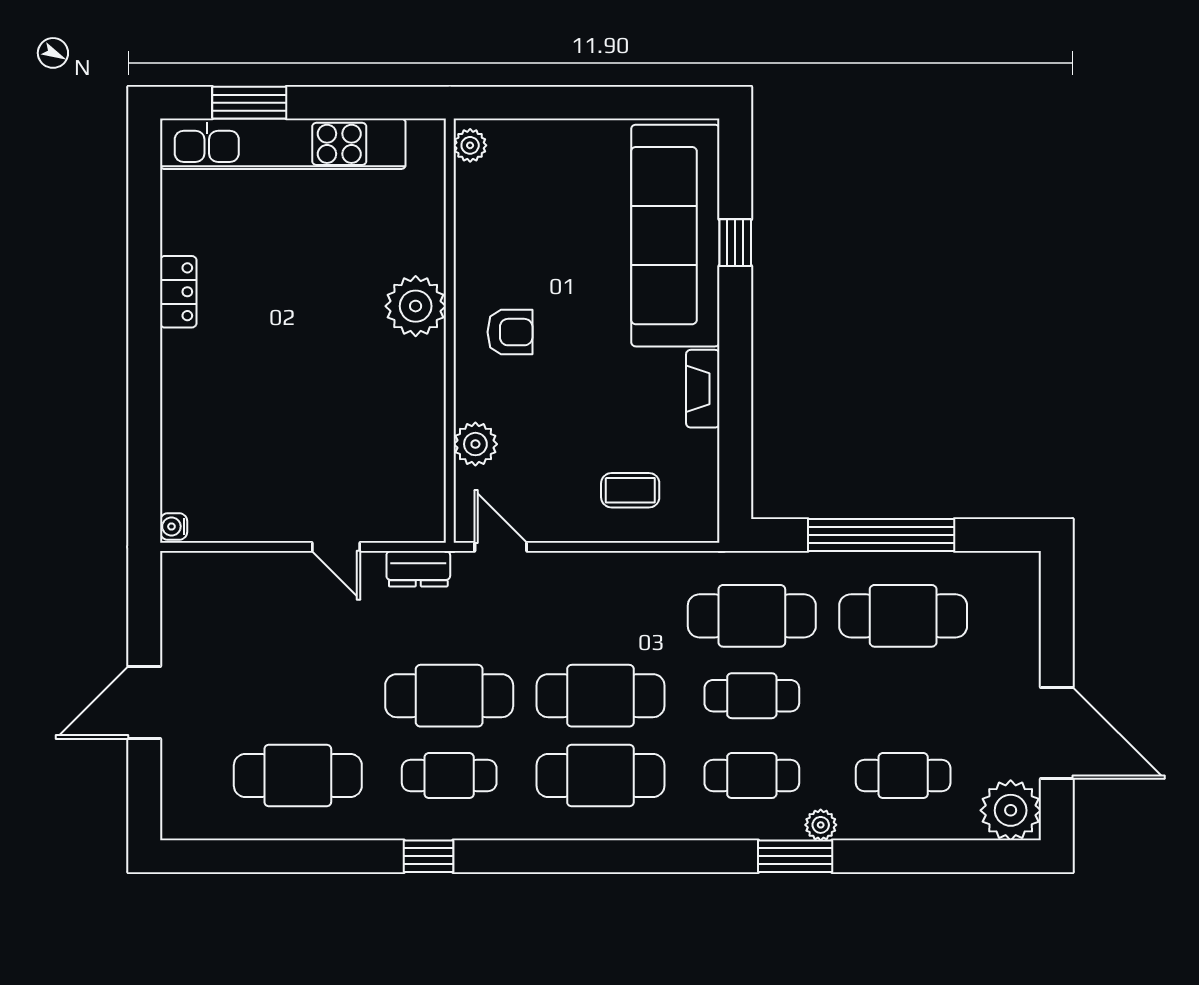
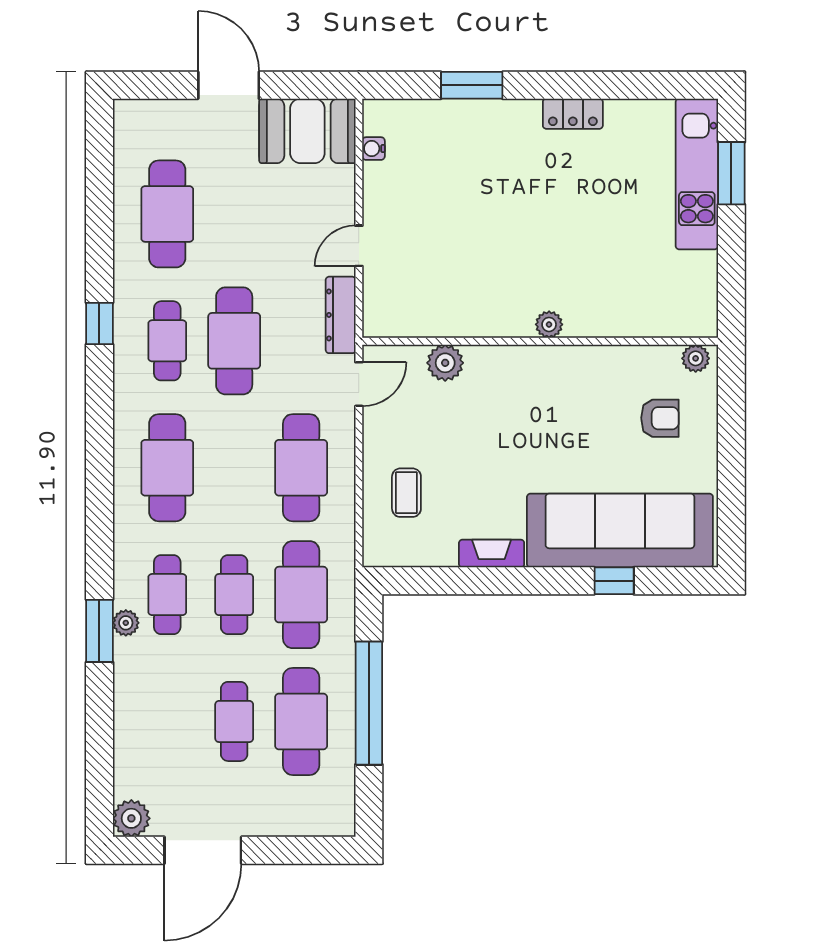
kitchen unit: (283, 144) -> (697, 174), width x0.73
plant: (416, 306) -> (549, 324), width x0.53, depth x0.53
armchair: (510, 332) -> (660, 418), moved, turned -90
window: (144, 412) -> (472, 85), added
water cooler: (174, 526) -> (374, 149), moved, turned -90
dresser: (418, 569) -> (341, 315), width x1.44
booth: (199, 608) -> (307, 131), added
cafe table: (600, 696) -> (301, 468), moved
cafe table: (903, 776) -> (234, 721), moved
plant: (1011, 810) -> (131, 818), width x0.73, depth x0.73
plant: (821, 825) -> (126, 623), moved

